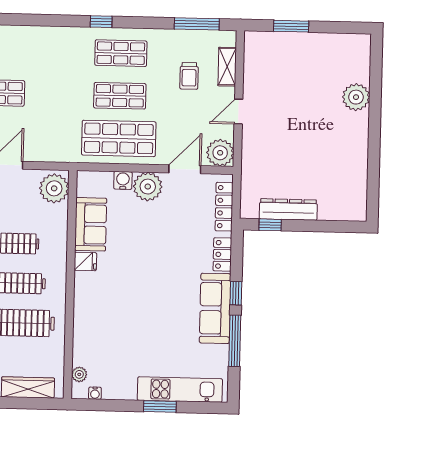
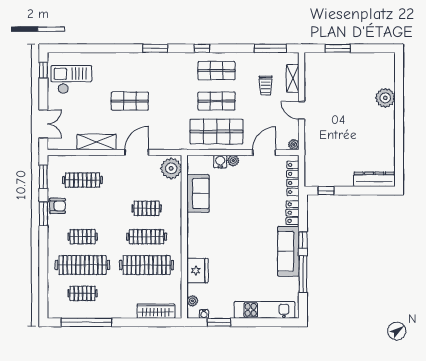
window: (36, 20) -> (155, 48), added
door: (238, 112) -> (302, 110), hinge flipped
plant: (220, 153) -> (294, 145), width x0.53, depth x0.53
plant: (148, 187) -> (233, 161), width x0.53, depth x0.53
dresser: (288, 209) -> (374, 179), moved
fridge: (85, 261) -> (197, 271), moved, width x1.88, depth x1.34
window: (160, 406) -> (219, 322), moved

